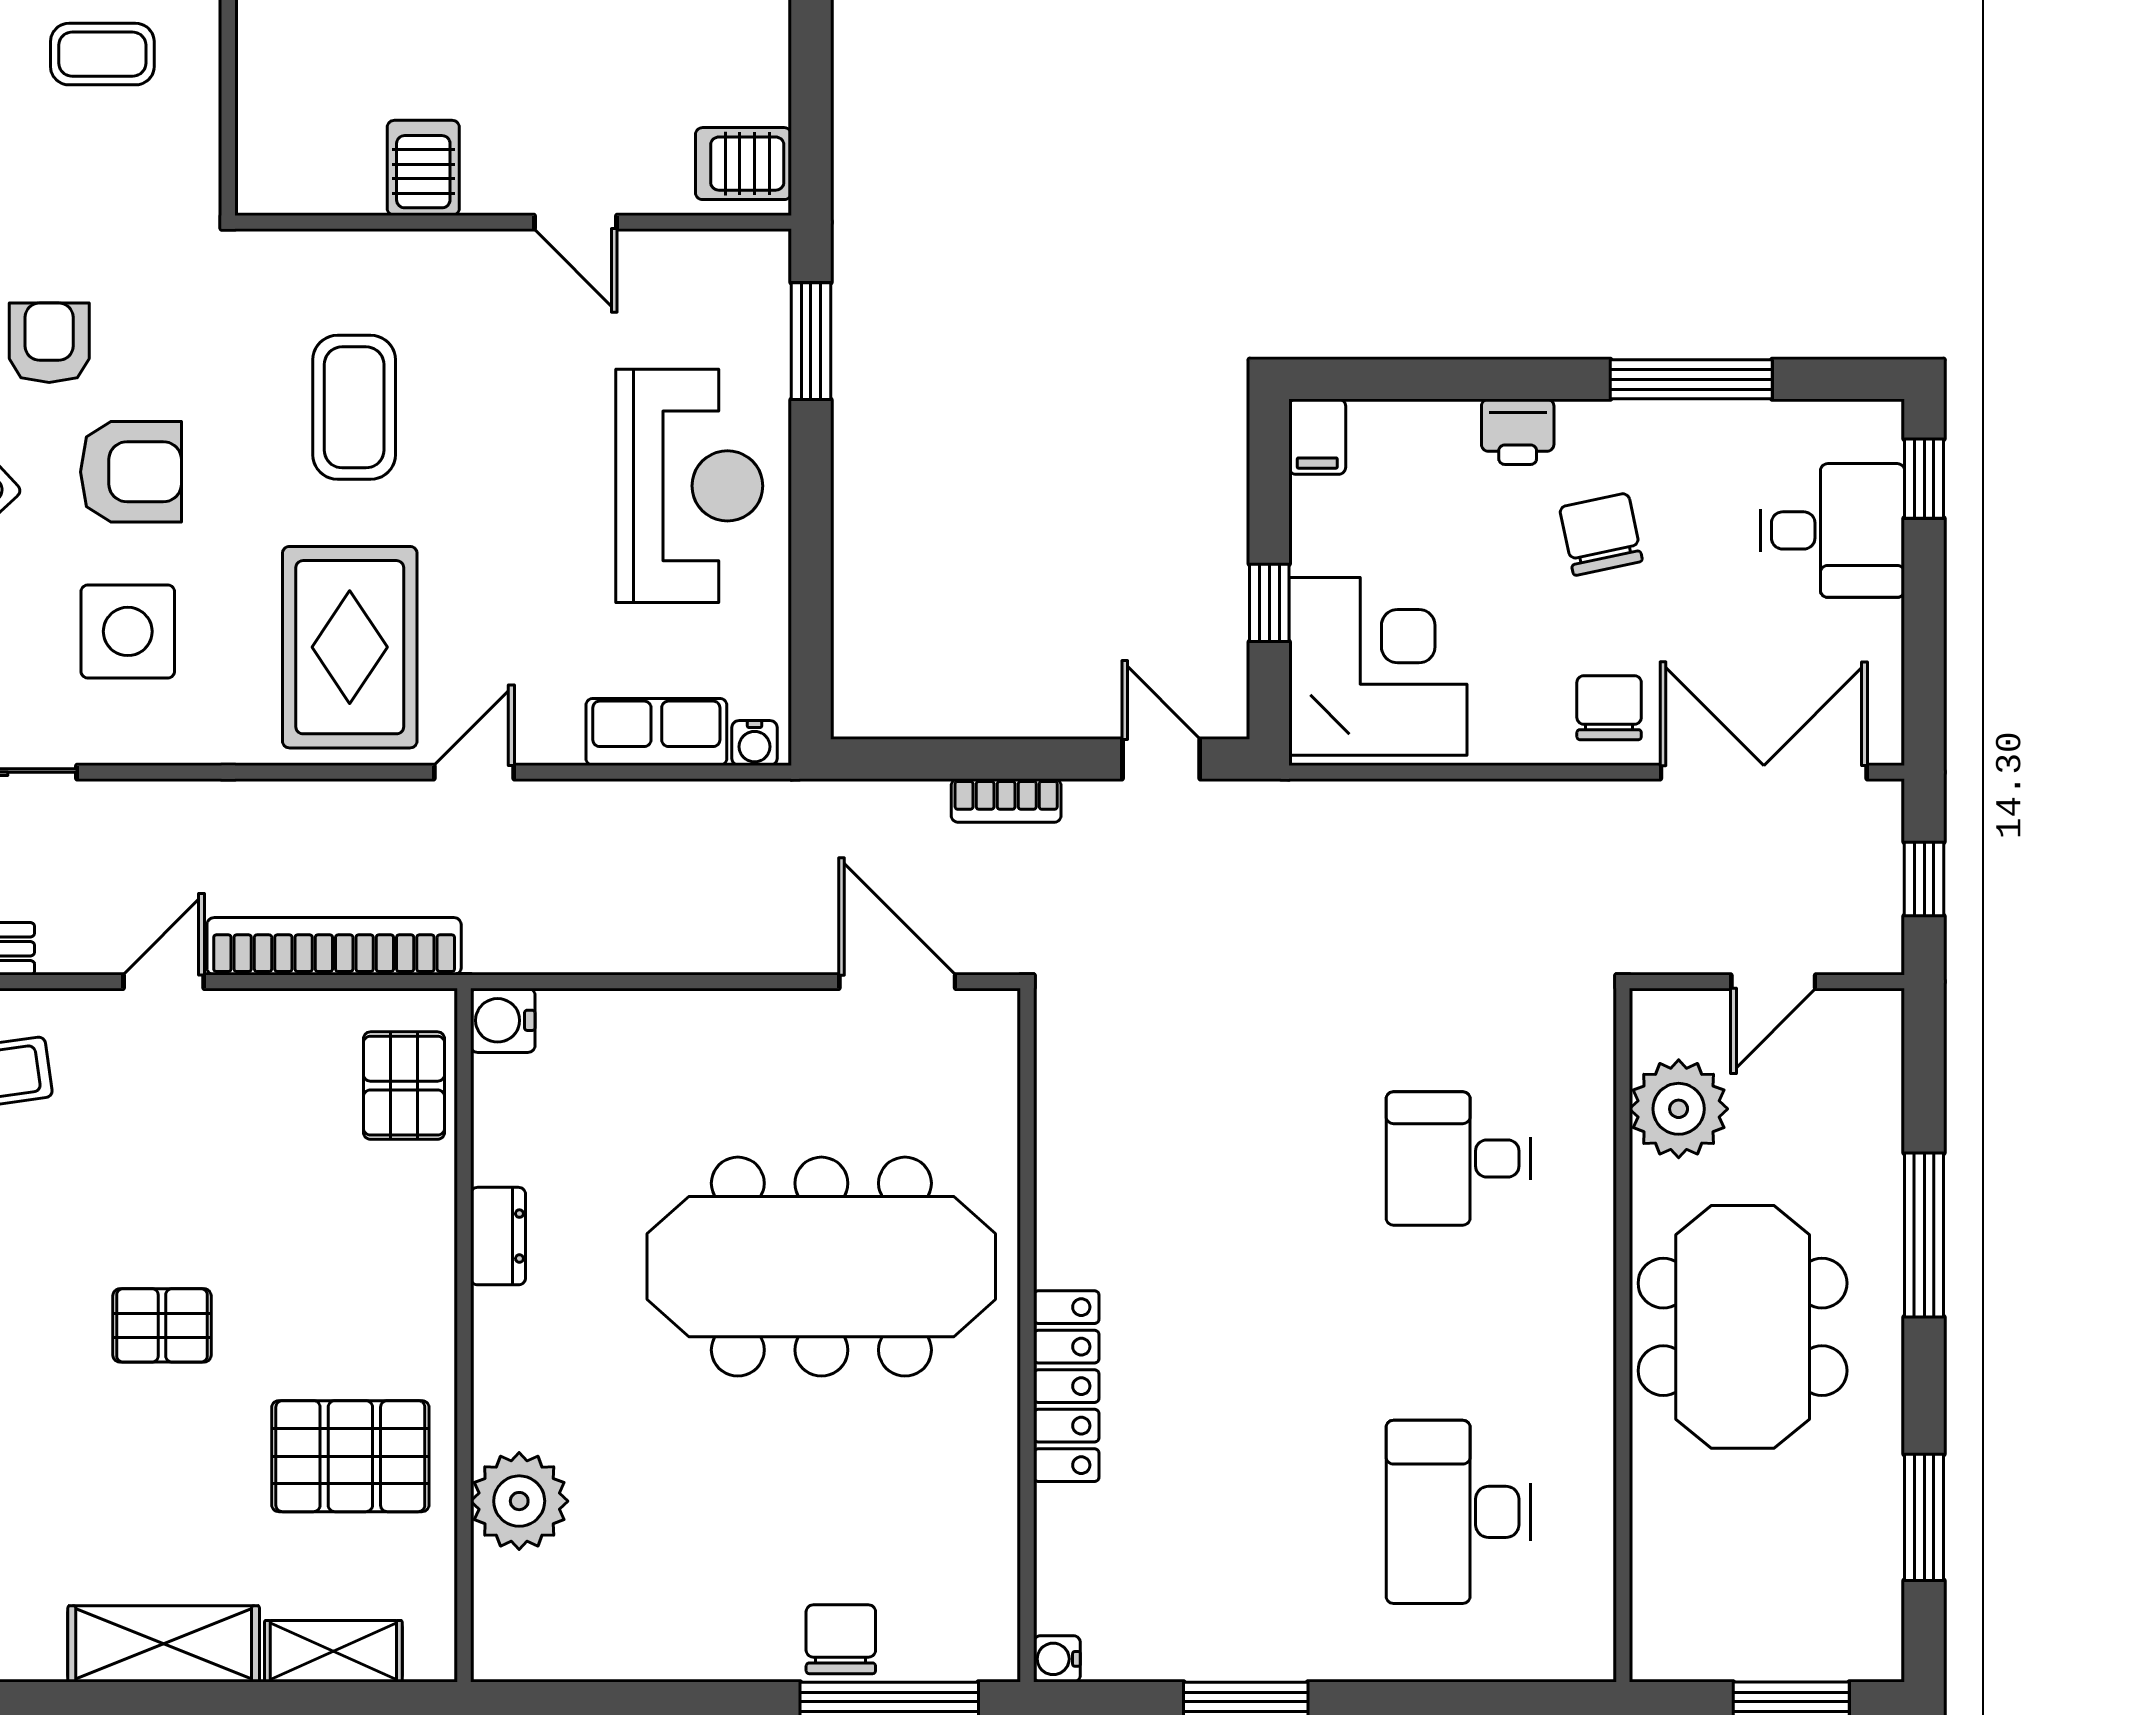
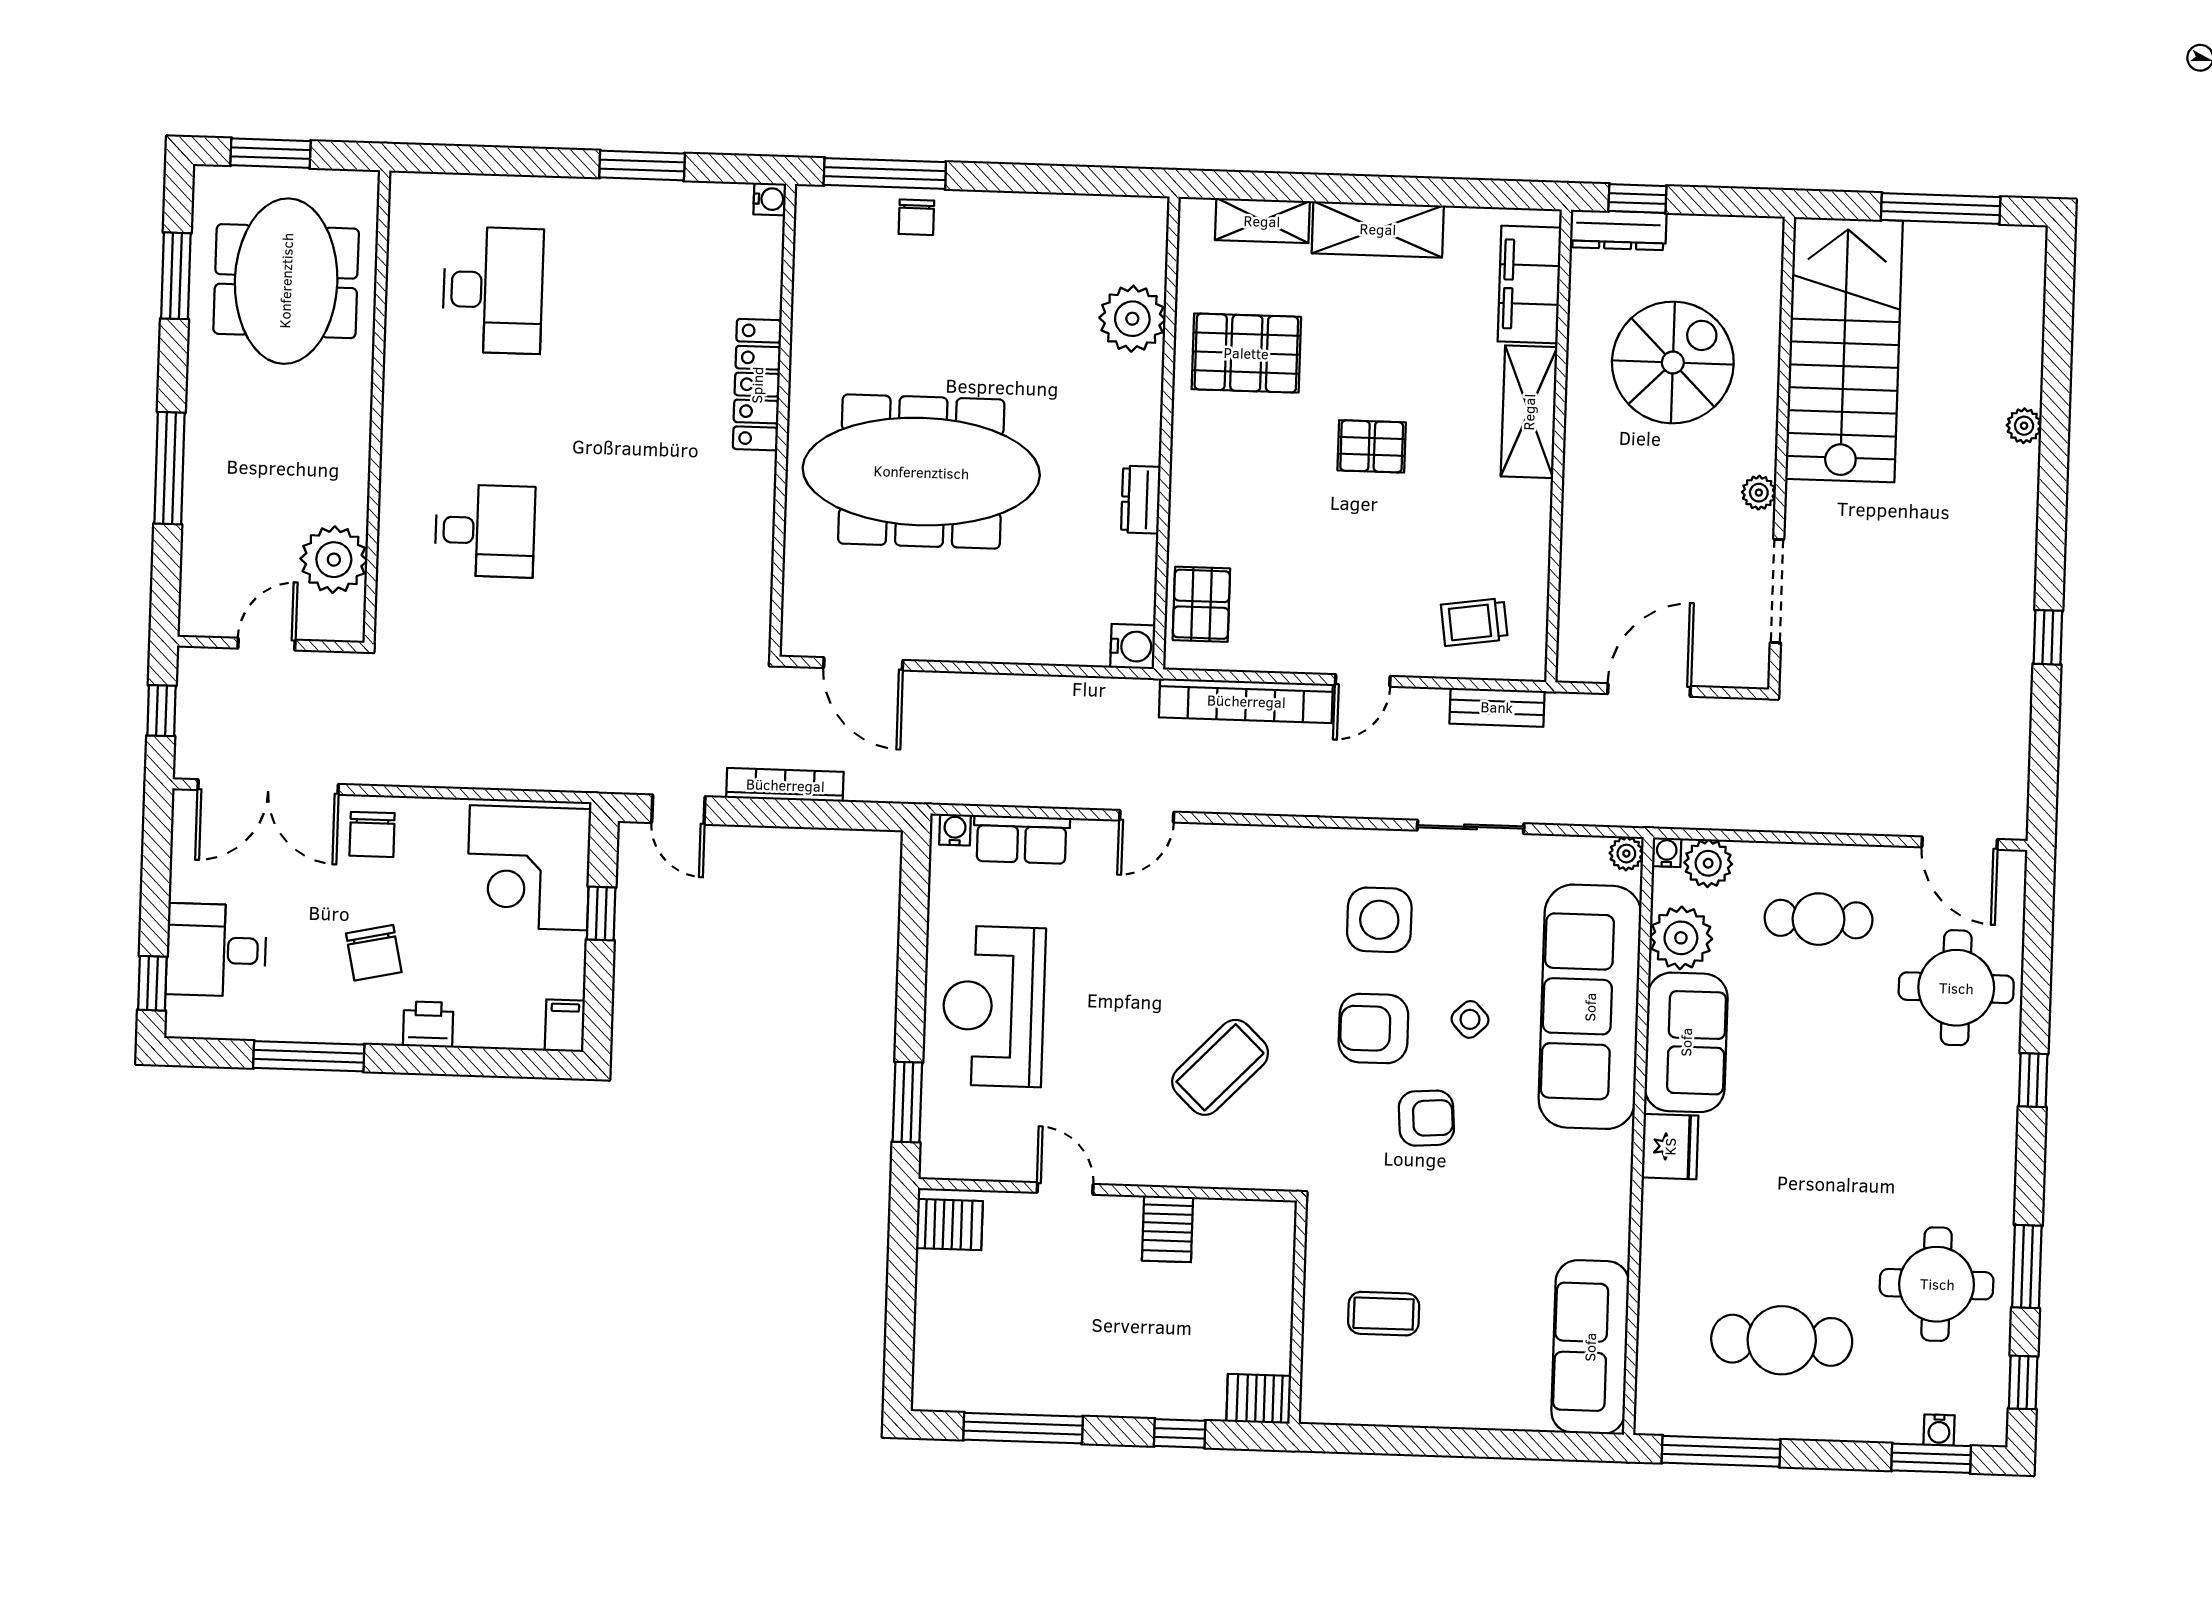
armchair: (49, 343) -> (1426, 1118), turned -94
coffee table: (354, 407) -> (1220, 1067), turned 44
rug: (350, 647) -> (1228, 904), removed
bookcase: (1006, 801) -> (785, 785), width x1.56
meeting table: (1743, 1327) -> (286, 281), moved
chair: (841, 1639) -> (916, 217), width x0.73, depth x0.73

